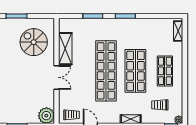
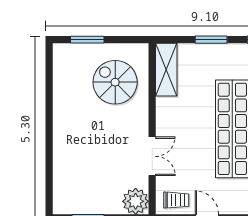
shelving: (65, 49) -> (166, 70), moved
double door: (57, 77) -> (152, 156), moved

